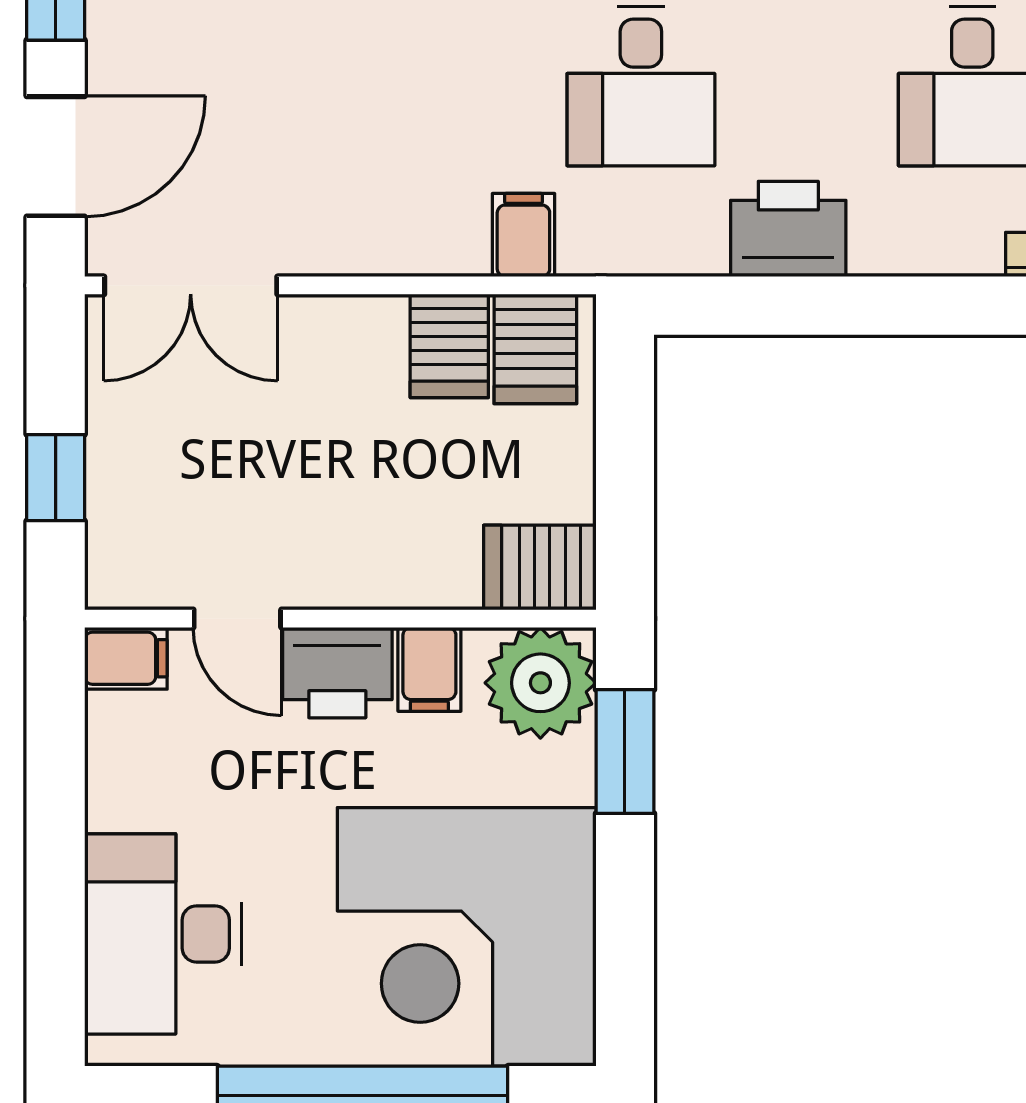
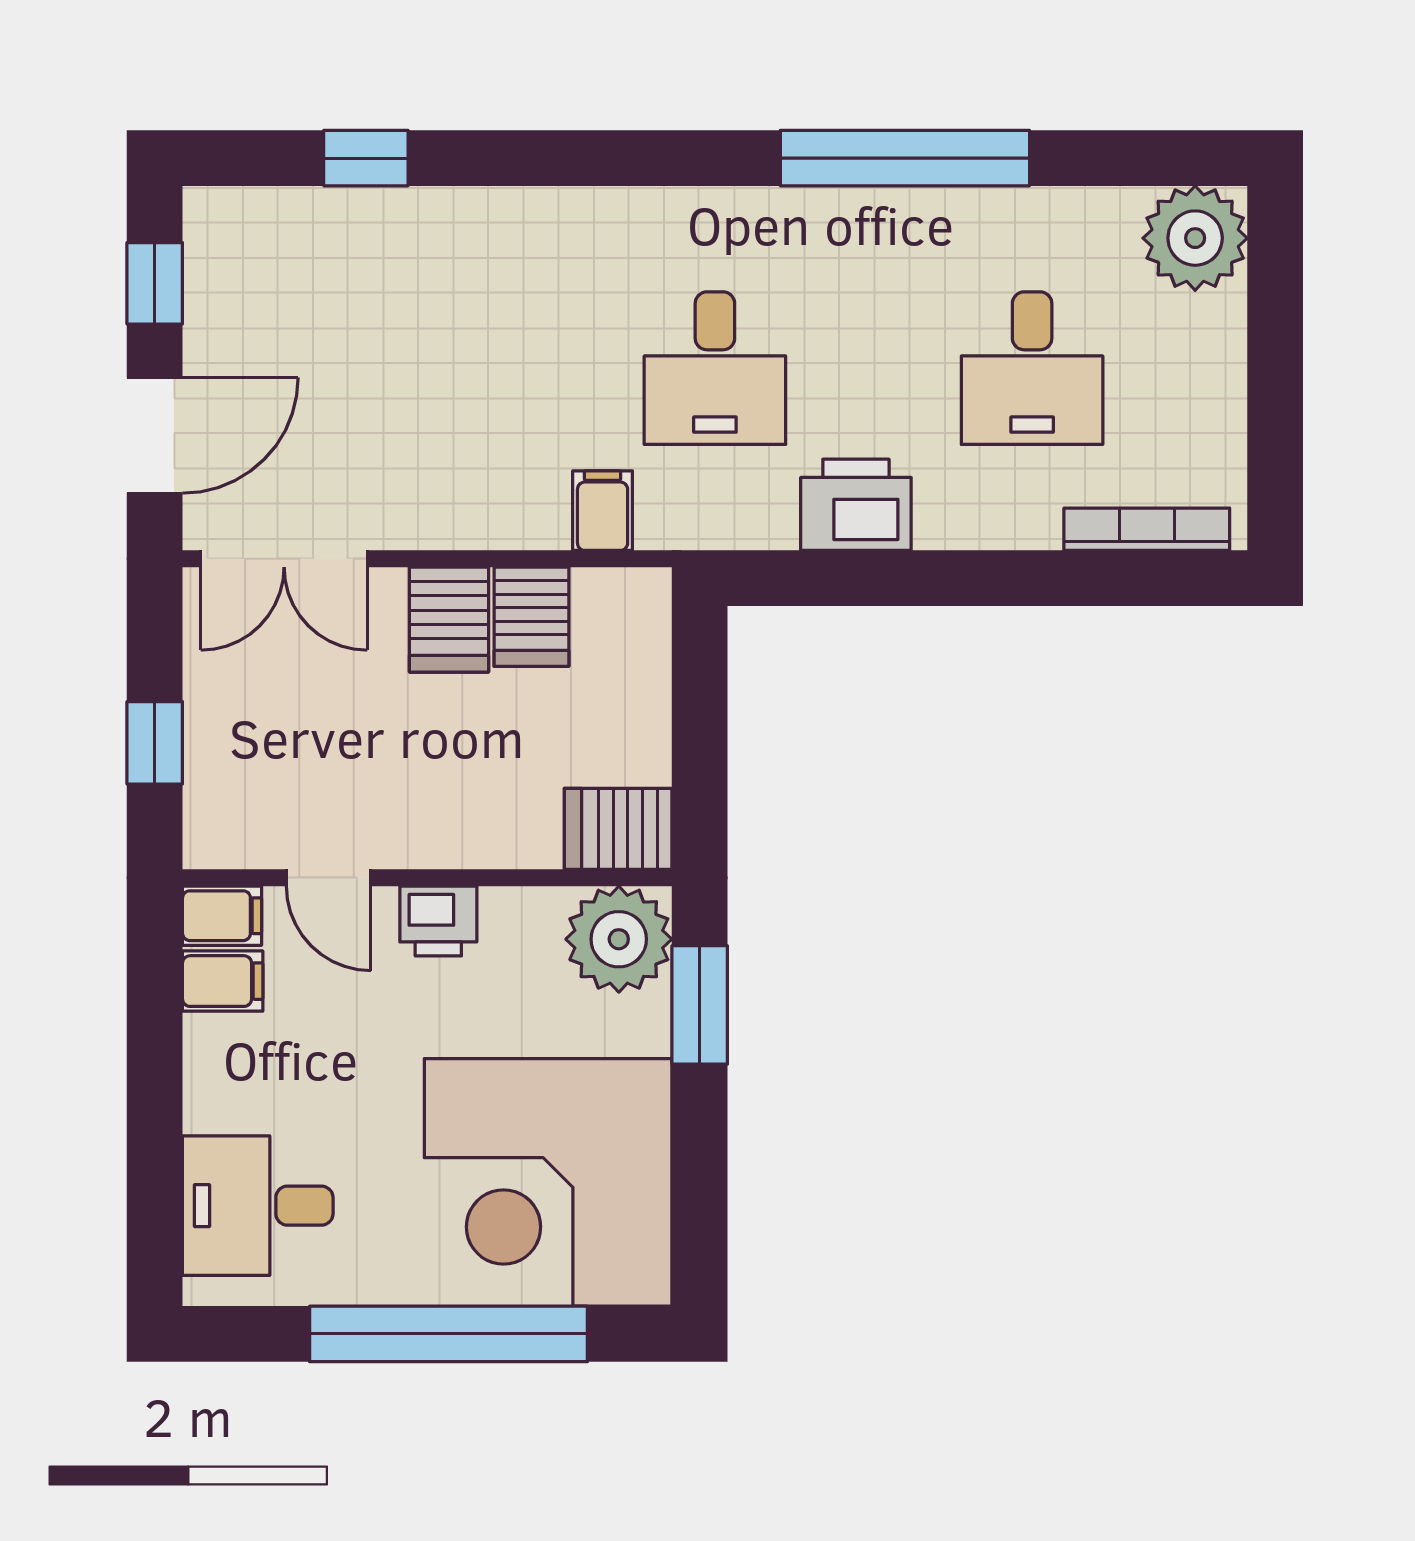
server rack: (535, 349) -> (449, 620), moved
filing cabinet: (429, 669) -> (223, 981), moved, turned -90
printer: (337, 673) -> (438, 921), width x0.73, depth x0.81
desk: (163, 934) -> (258, 1206), width x0.73

